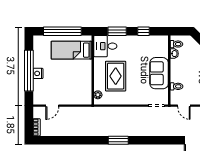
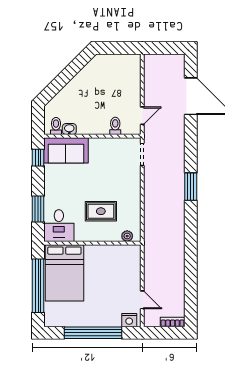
window: (143, 31) -> (38, 158), moved
bed: (72, 50) -> (64, 273), width x1.50
nightstand: (38, 73) -> (129, 320), moved
sofa: (159, 73) -> (66, 150), moved
rug: (116, 76) -> (101, 211), width x0.73, depth x0.70
window: (118, 140) -> (191, 187), moved

